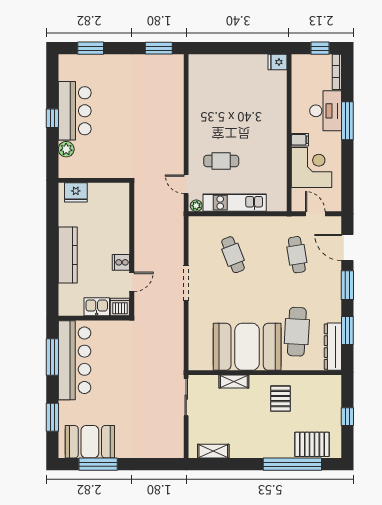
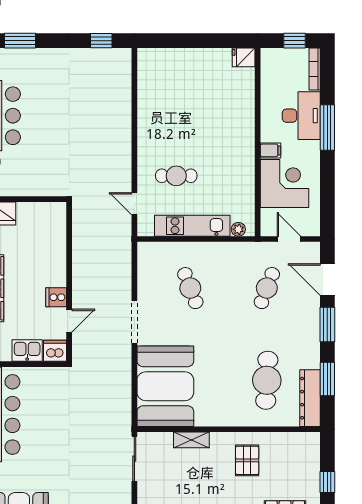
window: (159, 48) -> (101, 41), width x0.67
plant: (196, 206) -> (238, 229), moved
cafe table: (297, 255) -> (267, 288), turned 30
booth: (247, 347) -> (165, 386), moved, turned 90

